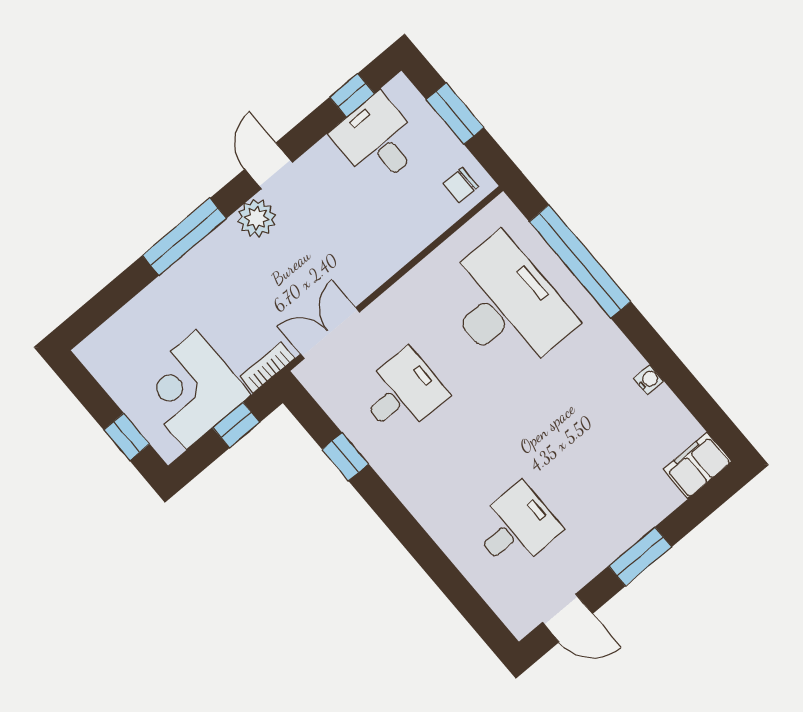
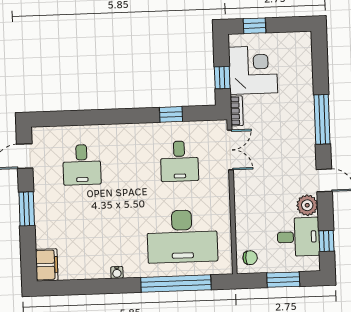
chair: (461, 185) -> (250, 258), turned 90
plant: (257, 218) -> (307, 205), moved
water cooler: (649, 380) -> (117, 272), moved

